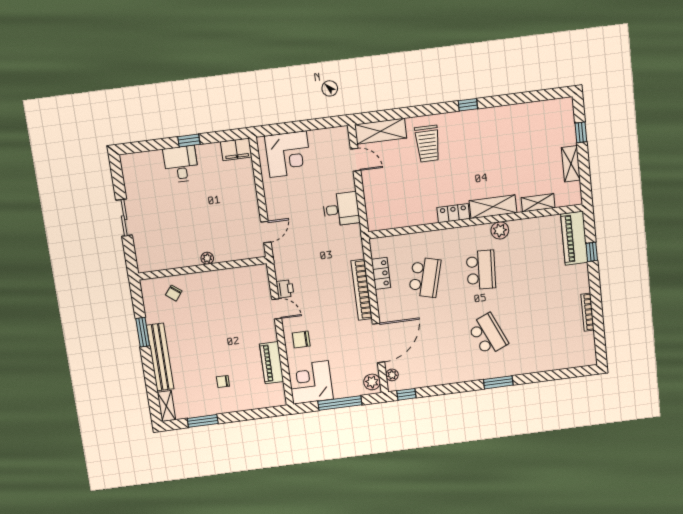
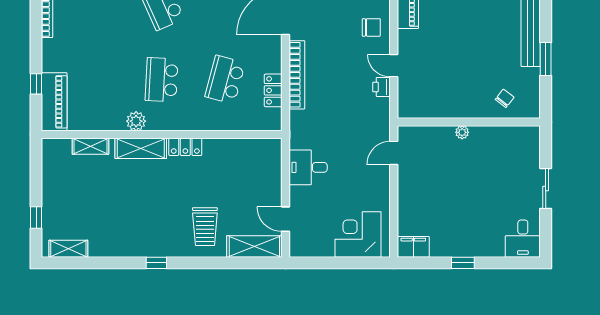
trolley: (428, 144) -> (205, 227), turned 180
desk: (181, 164) -> (523, 239), moved
shelving: (571, 164) -> (68, 249), moved, turned 90

